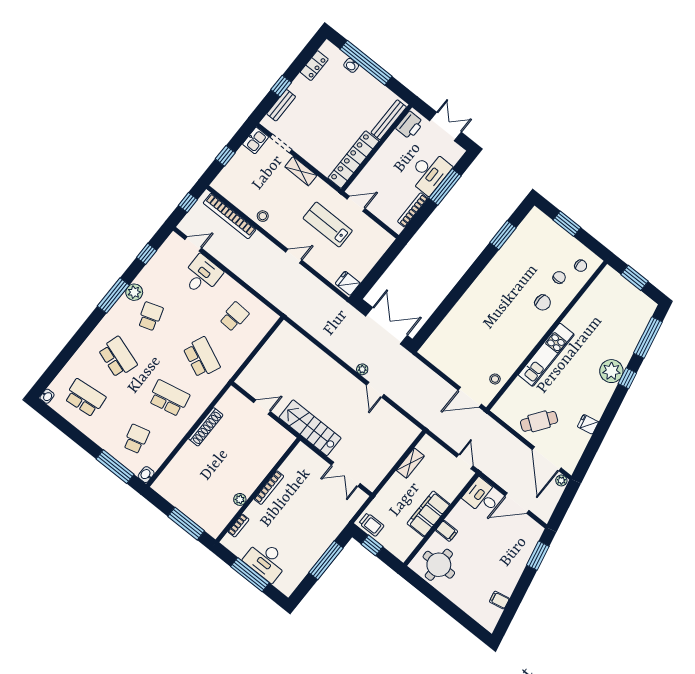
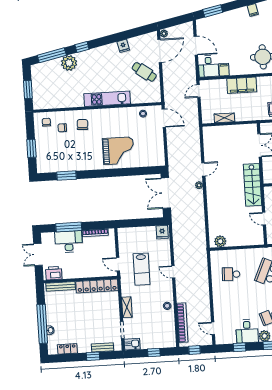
desk: (202, 275) -> (247, 331), moved, turned -90
grand piano: (479, 316) -> (118, 151), added
plant: (280, 337) -> (220, 241), added
plant: (611, 371) -> (69, 63), moved
filing cabinet: (447, 531) -> (224, 70), moved

